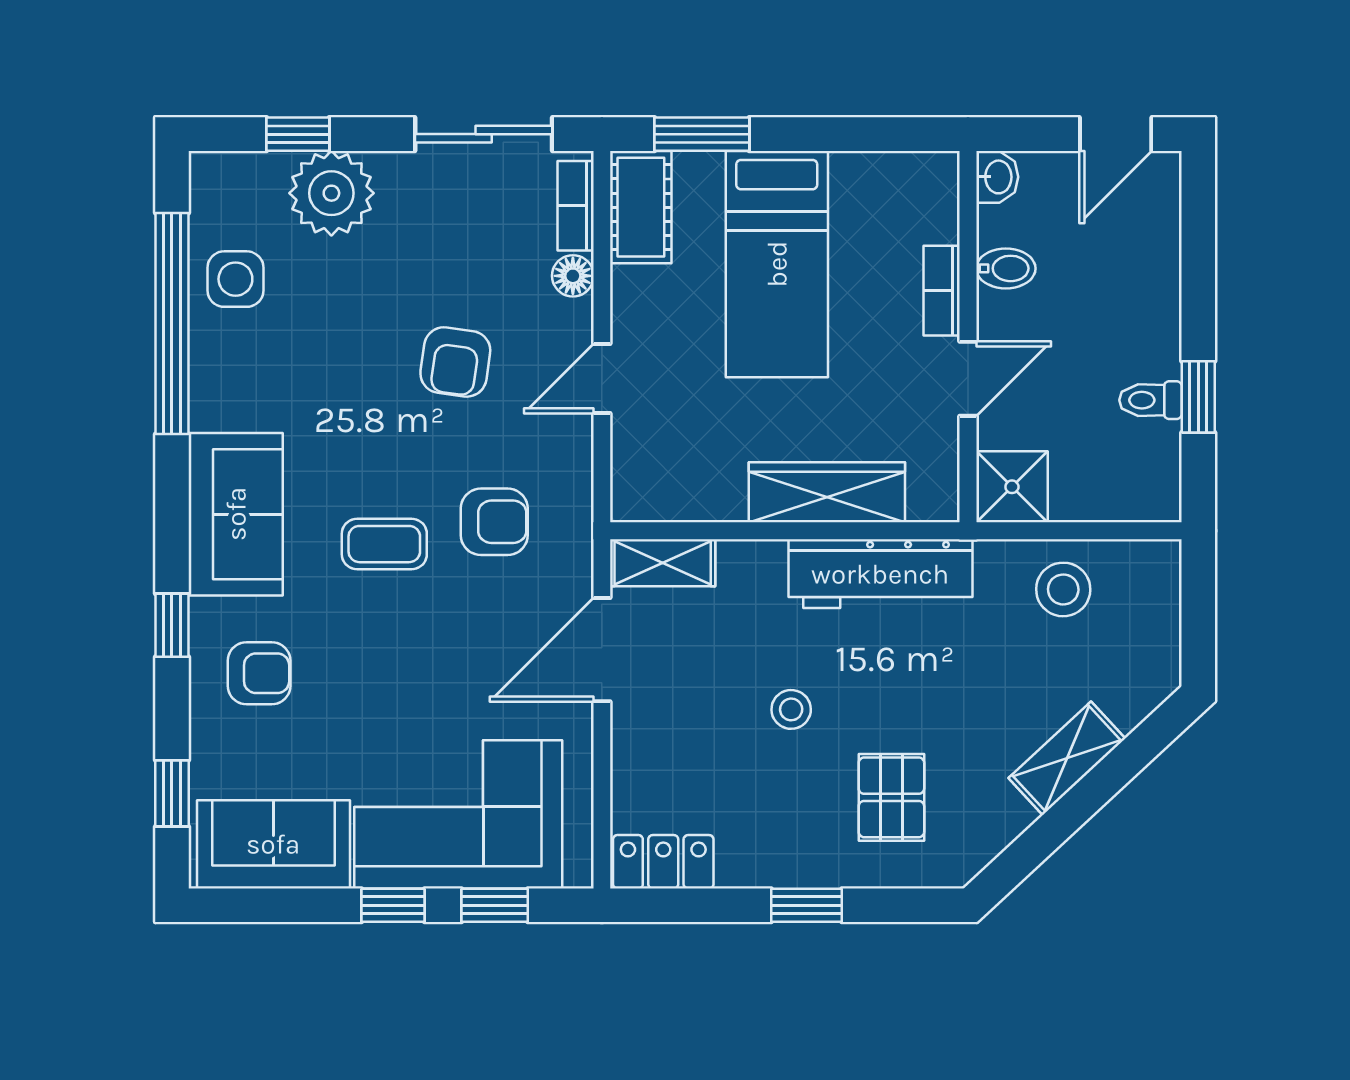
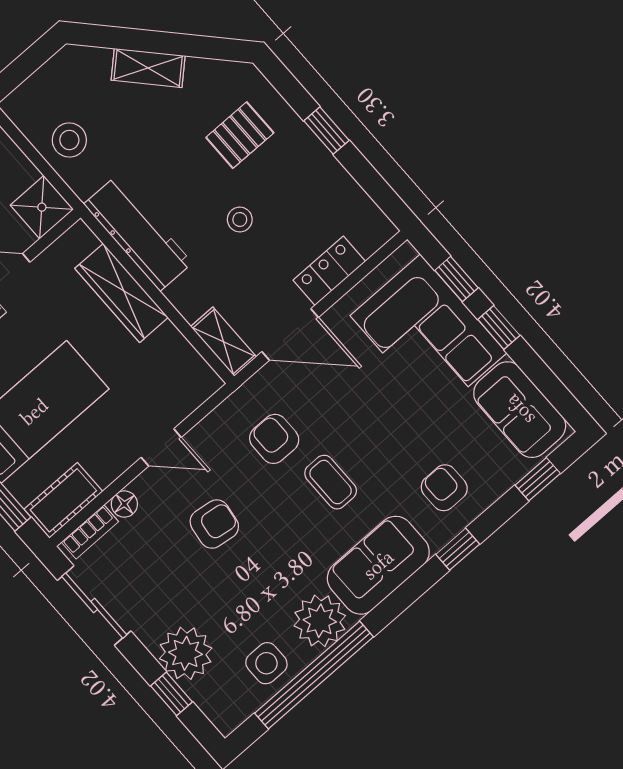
plant: (230, 387) -> (320, 621), added
locker: (663, 862) -> (329, 271), moved, turned 90

